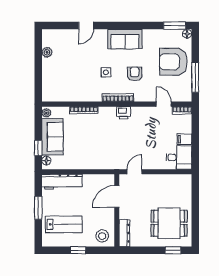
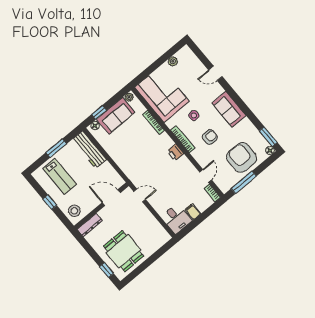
corner sofa: (67, 84) -> (162, 94), added

